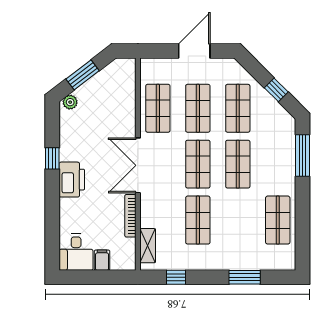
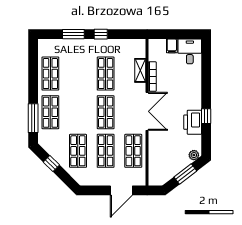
door: (194, 51) -> (121, 190), moved
shop shelf: (238, 164) -> (50, 112), moved
printer: (72, 180) -> (193, 122), moved
shelving: (148, 246) -> (140, 70), moved
window: (176, 277) -> (101, 34), moved

